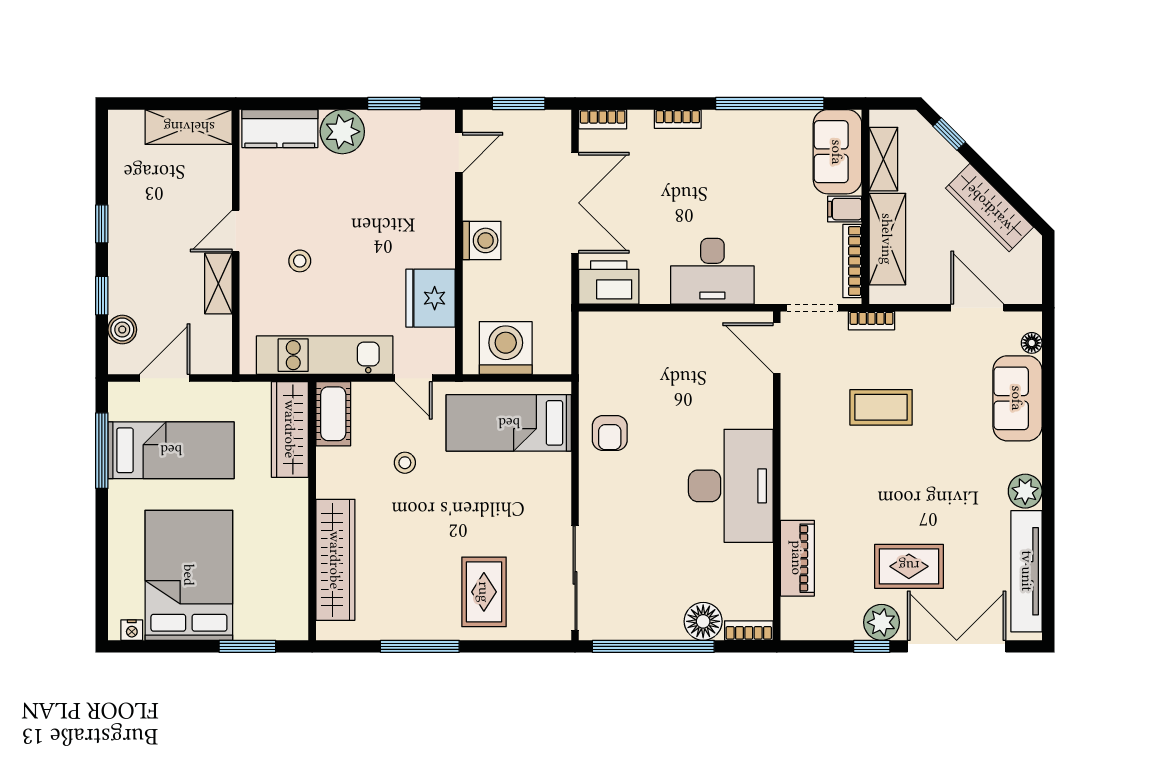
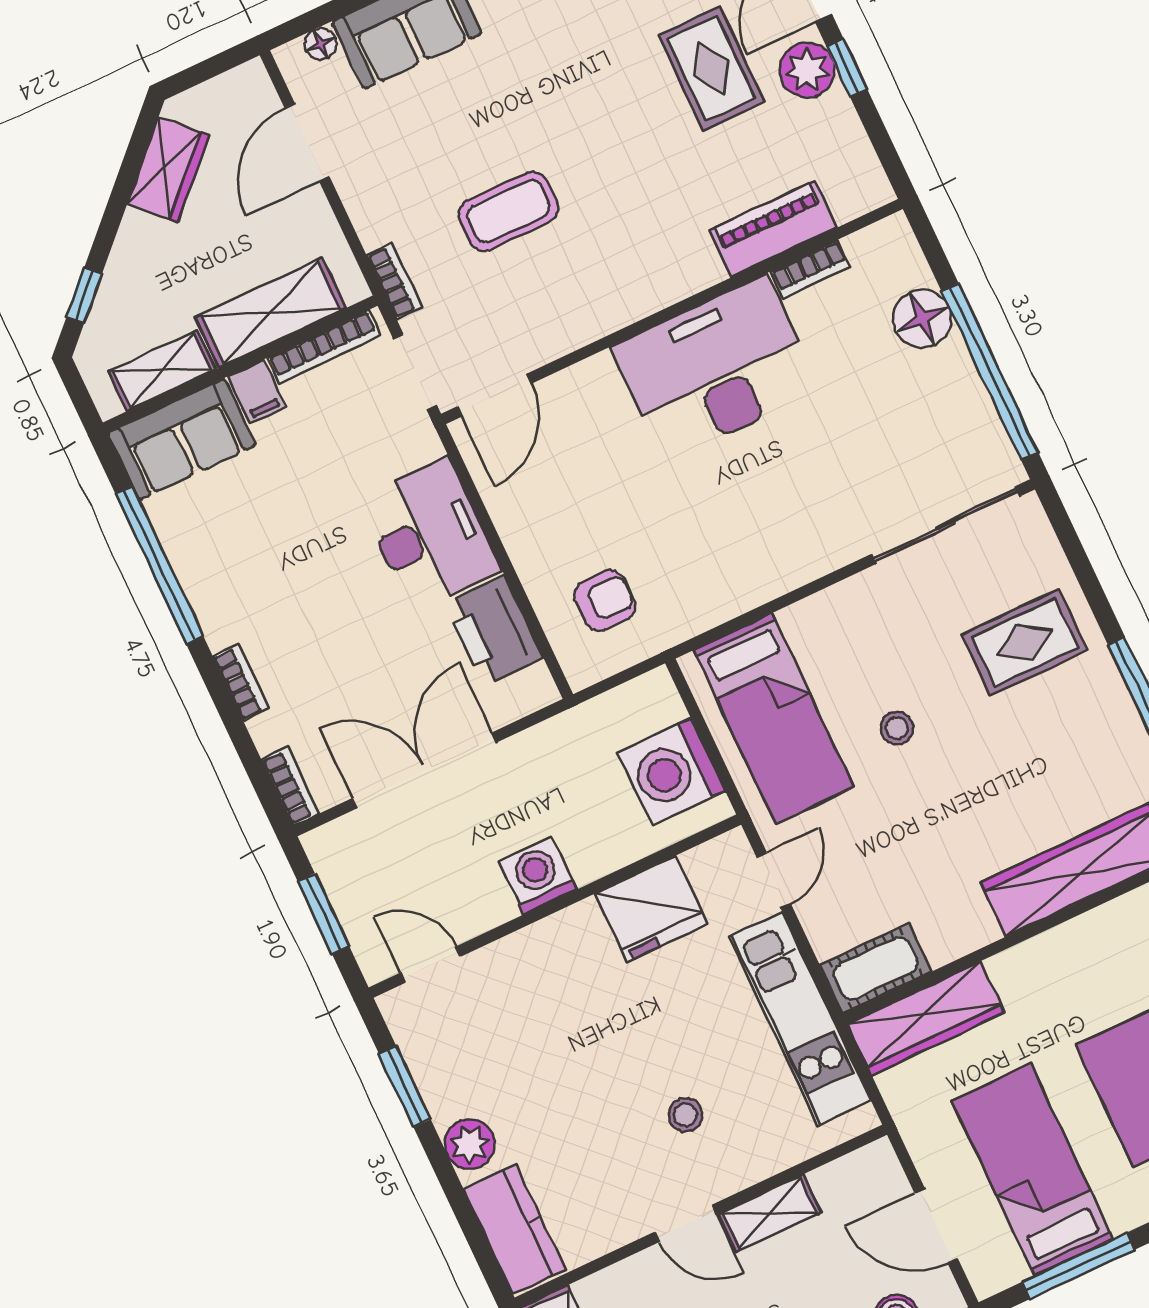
plant: (342, 132) -> (470, 1144), width x0.73, depth x0.73
wardrobe: (989, 208) -> (168, 170), width x0.67
printer: (609, 282) -> (494, 631), moved
coffee table: (881, 407) -> (509, 211), turned 90
armchair: (610, 433) -> (605, 600), moved
stool: (405, 463) -> (897, 728), moved
bookcase: (749, 631) -> (810, 269), moved, turned -90

